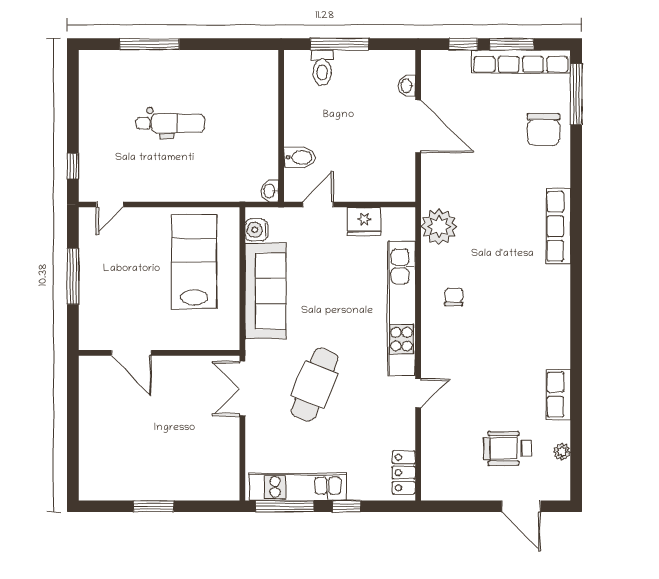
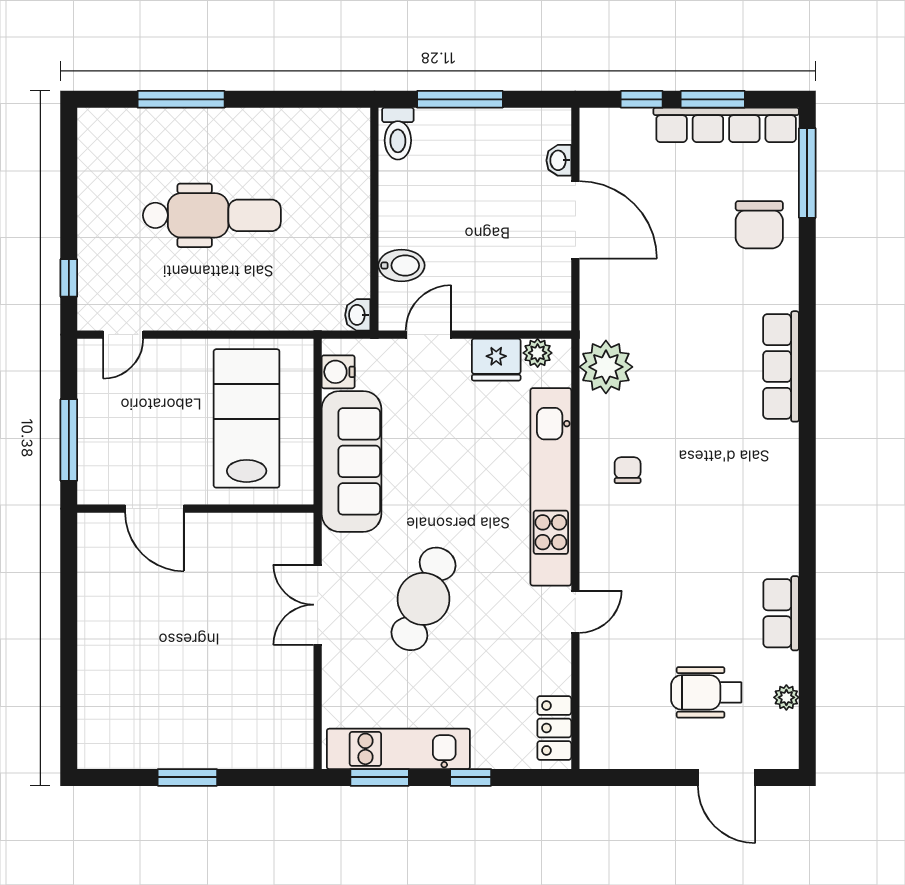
toilet: (322, 68) -> (398, 134), moved
dental chair: (170, 123) -> (212, 215), width x1.36, depth x1.38
plant: (392, 217) -> (538, 353), added
door: (131, 353) -> (155, 509), moved
wall: (159, 353) -> (195, 509), moved
window: (285, 506) -> (380, 777), width x0.69

